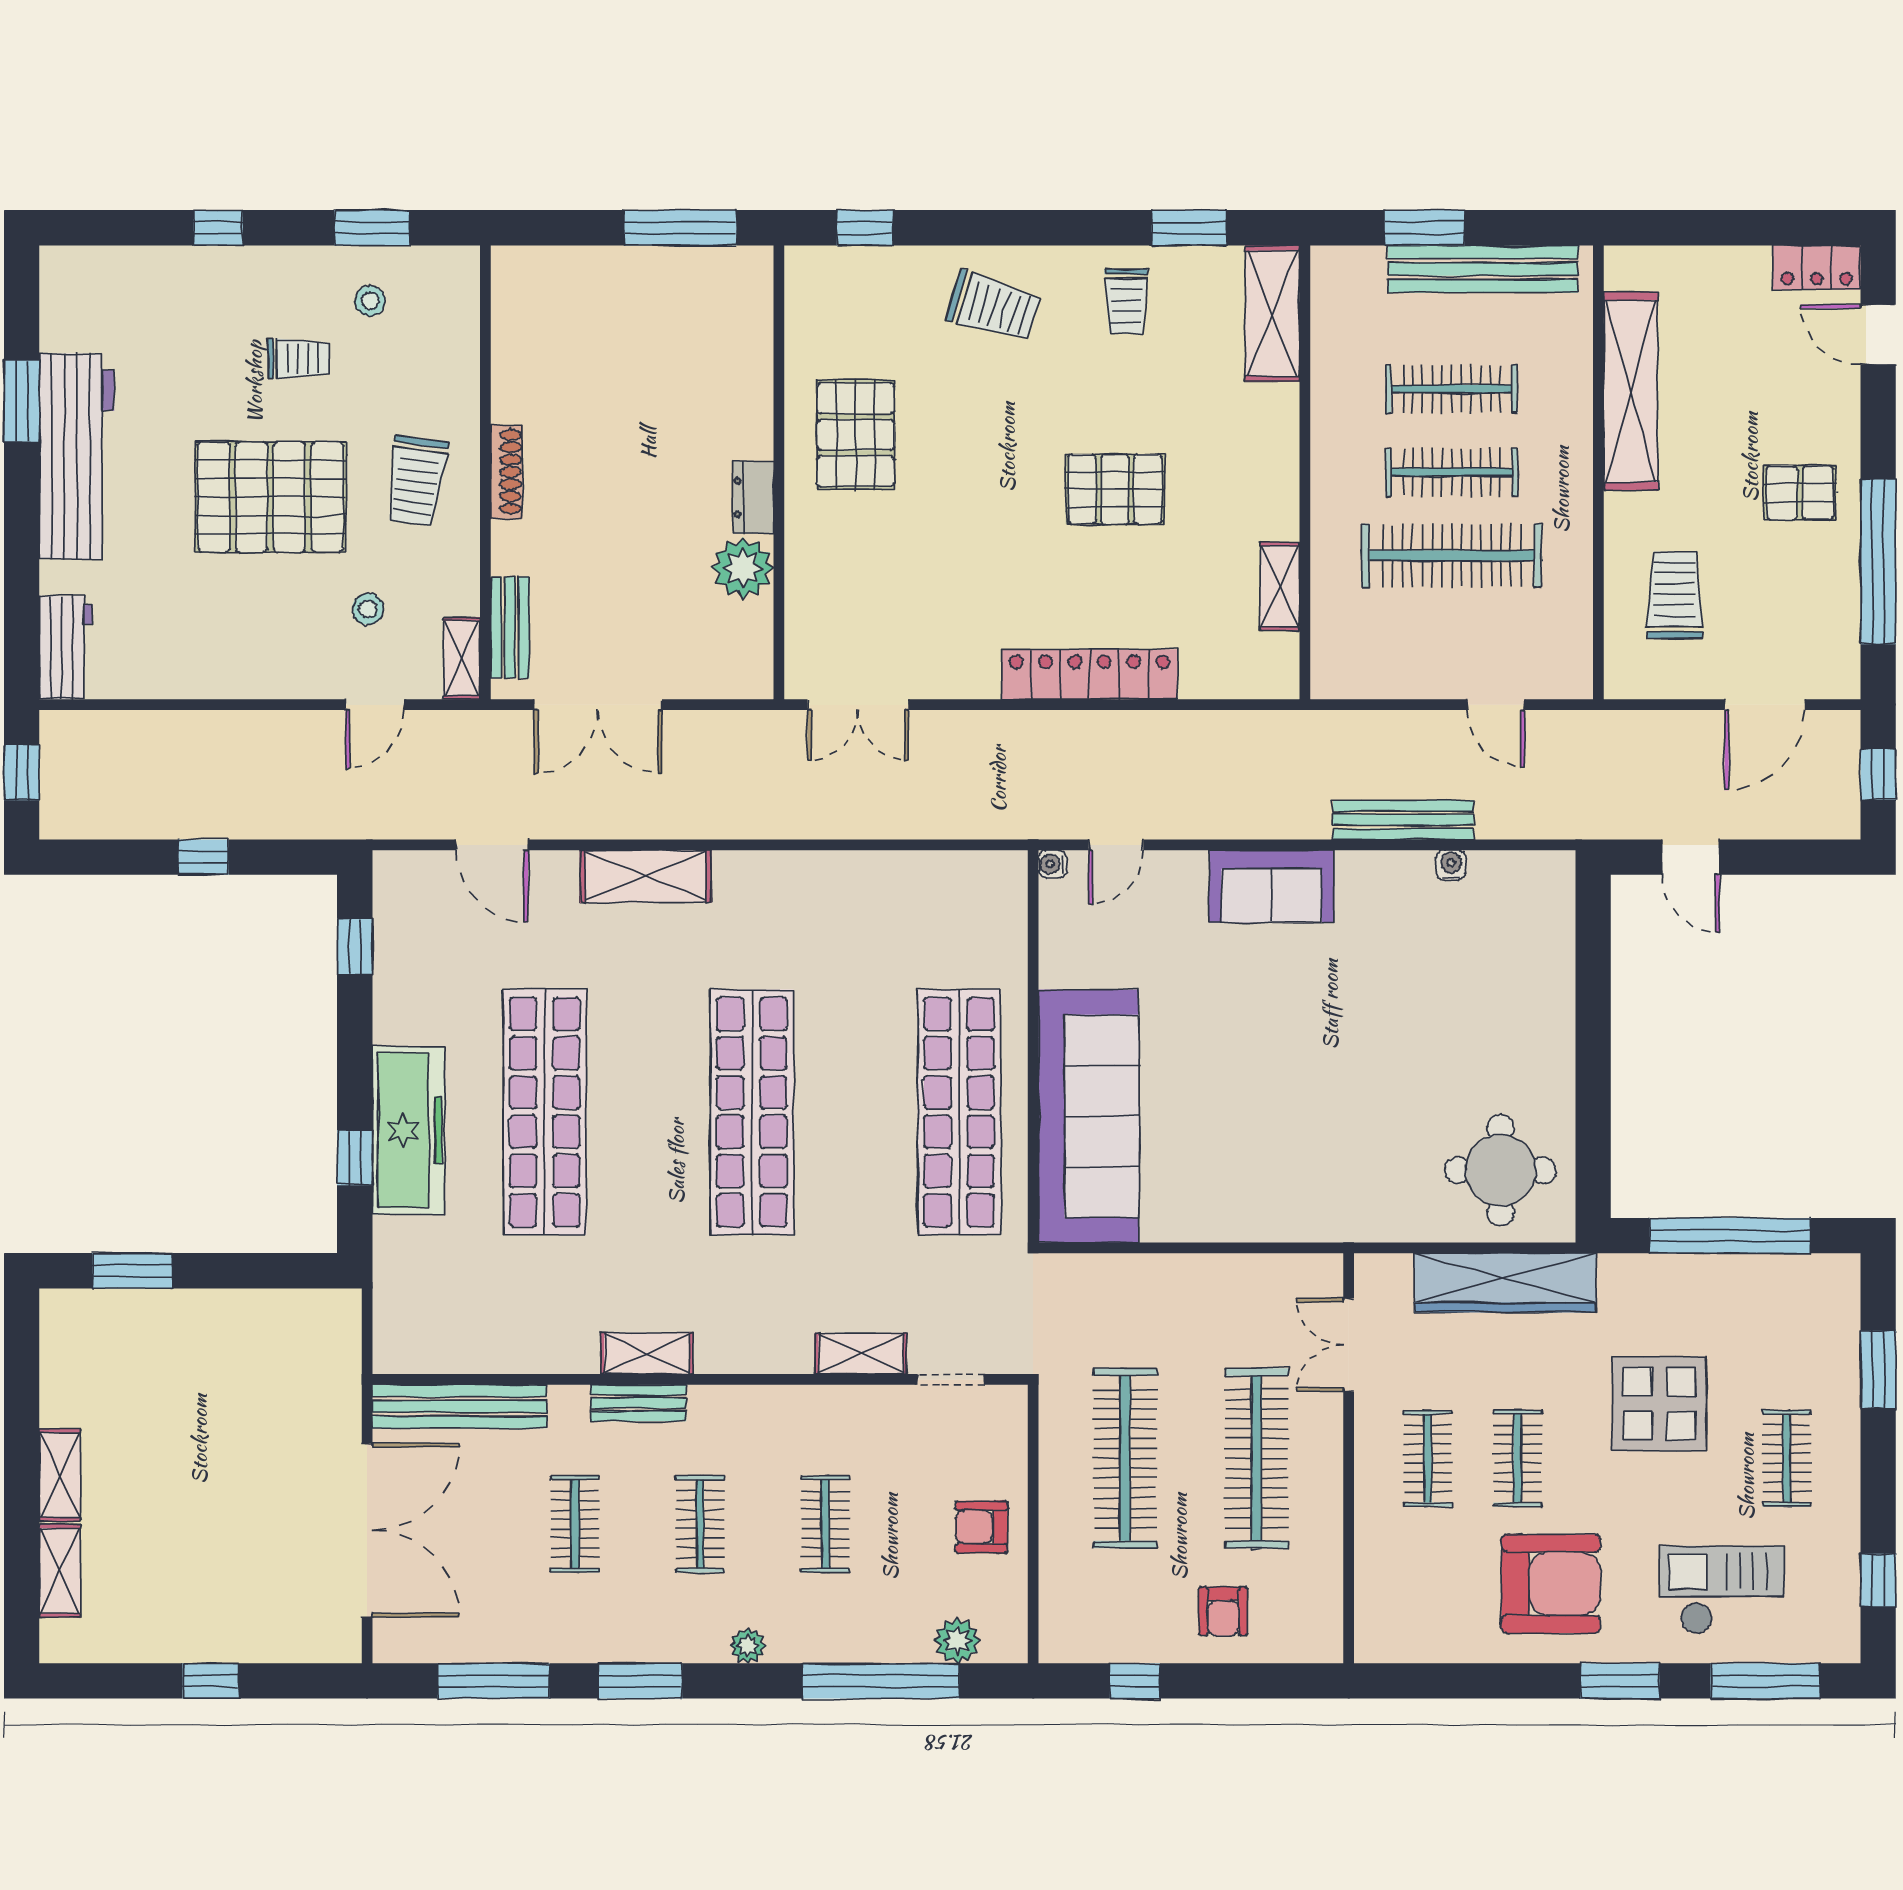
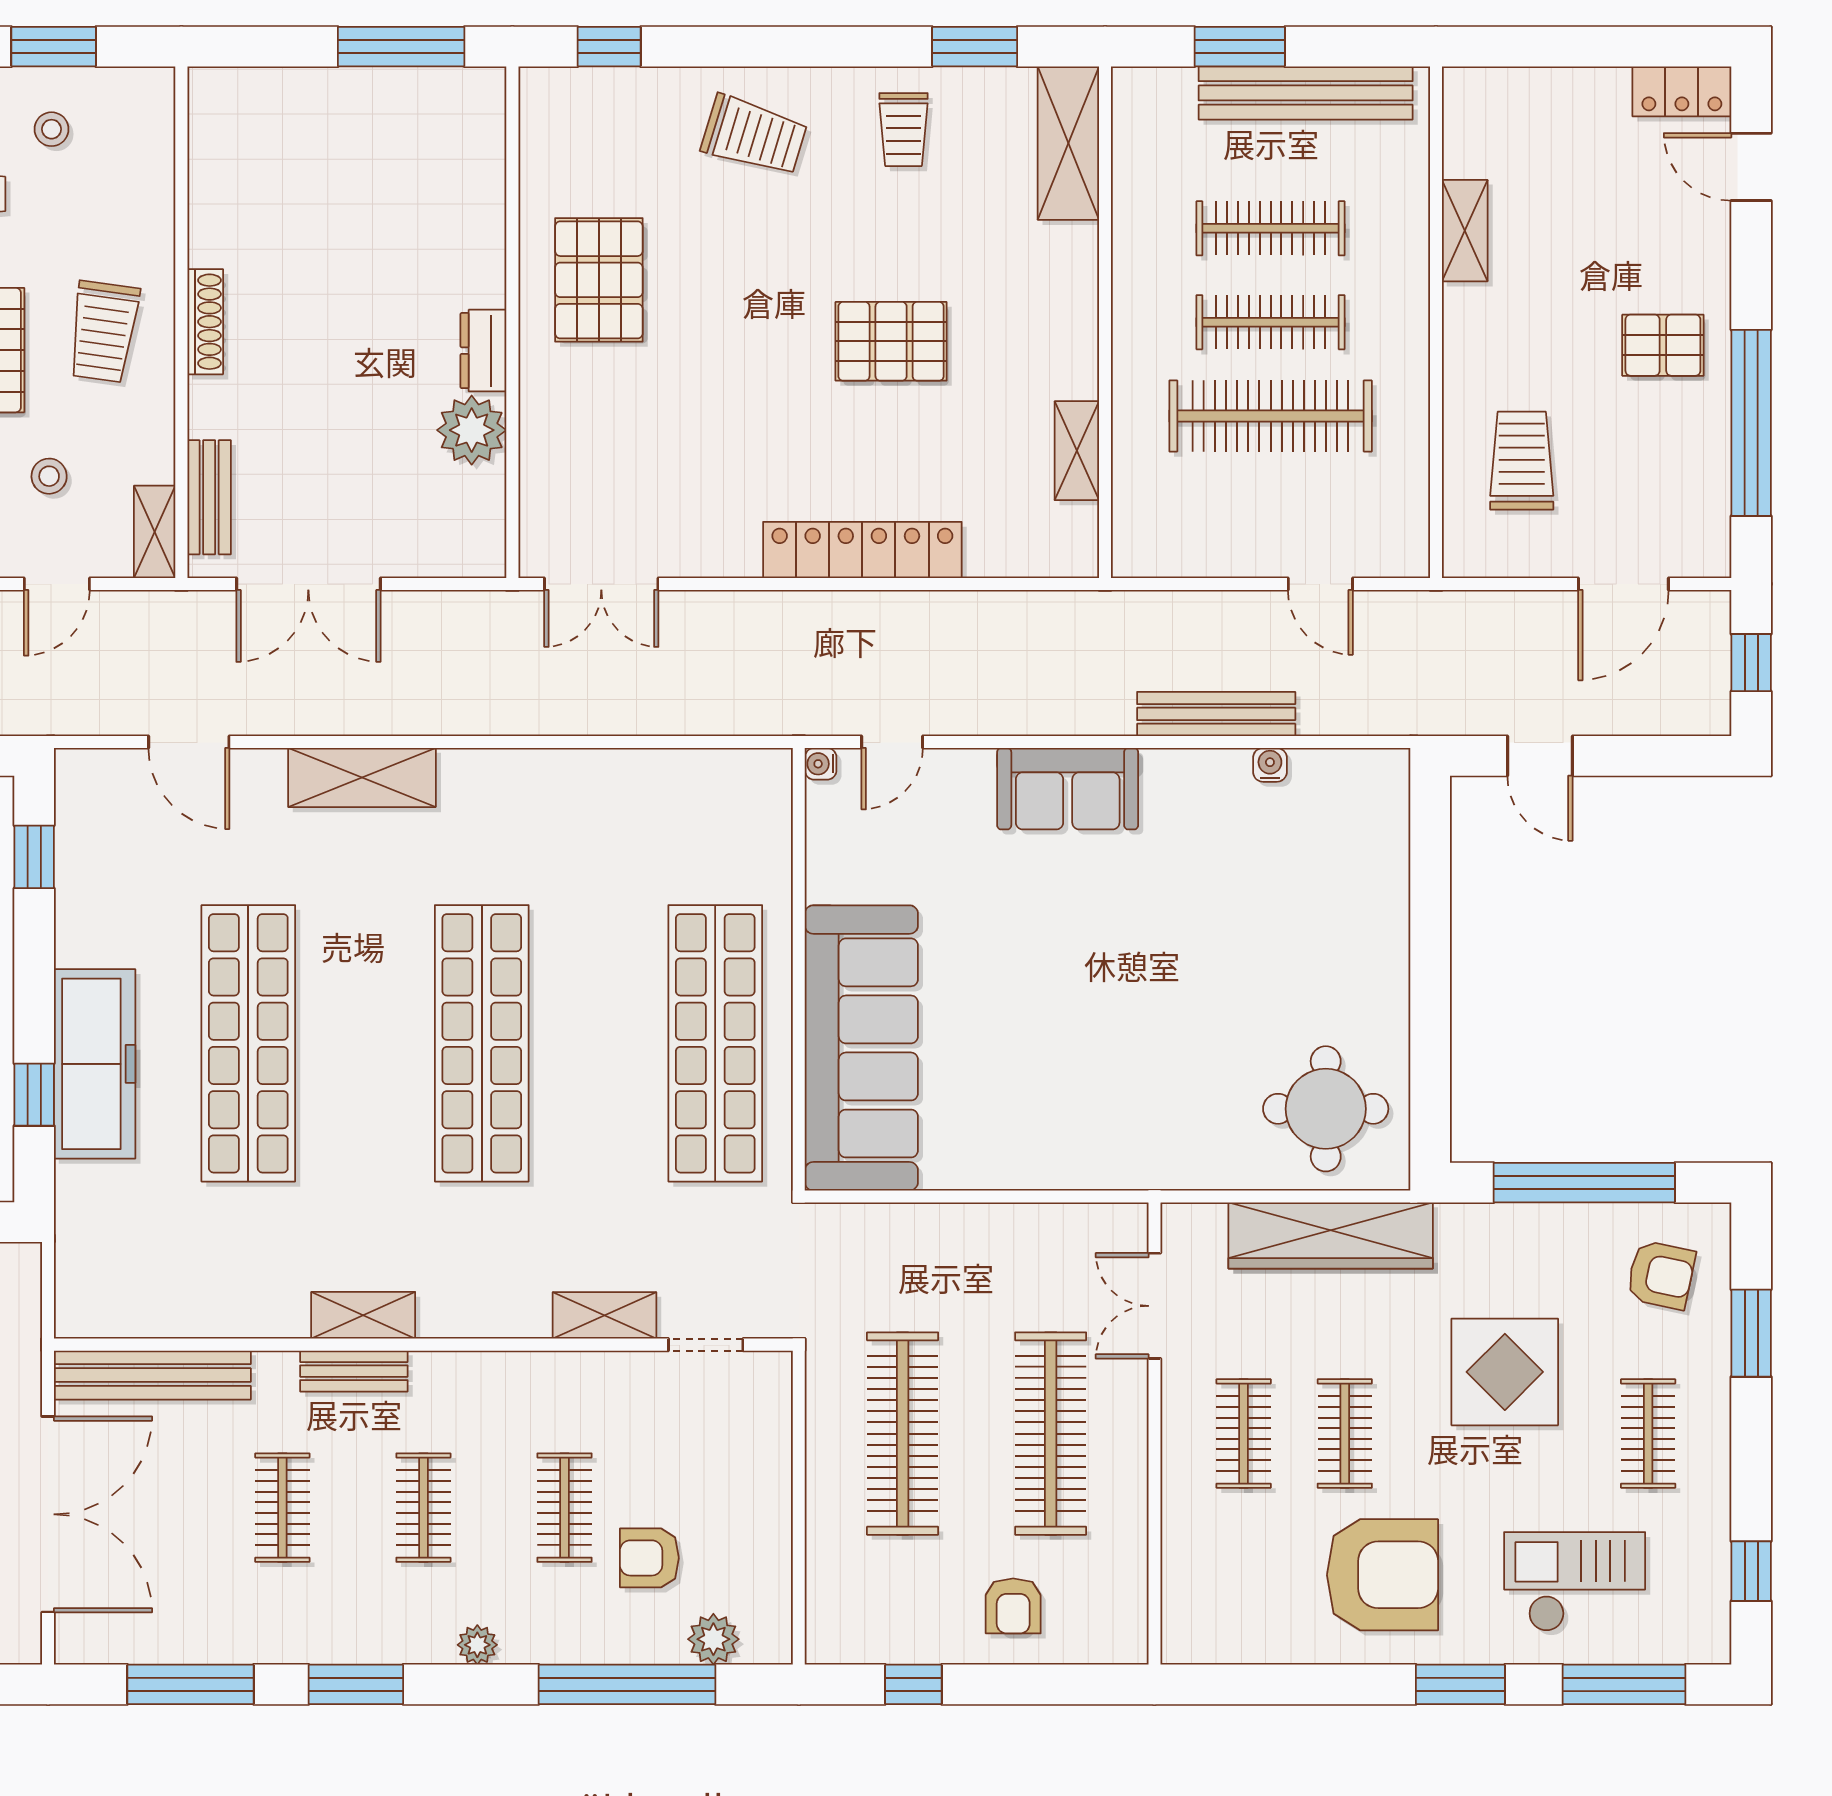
shelving: (1631, 391) -> (1465, 231), width x0.45, depth x0.75
armchair: (1798, 1318) -> (1661, 1275), added
armchair: (981, 1527) -> (649, 1558), moved

